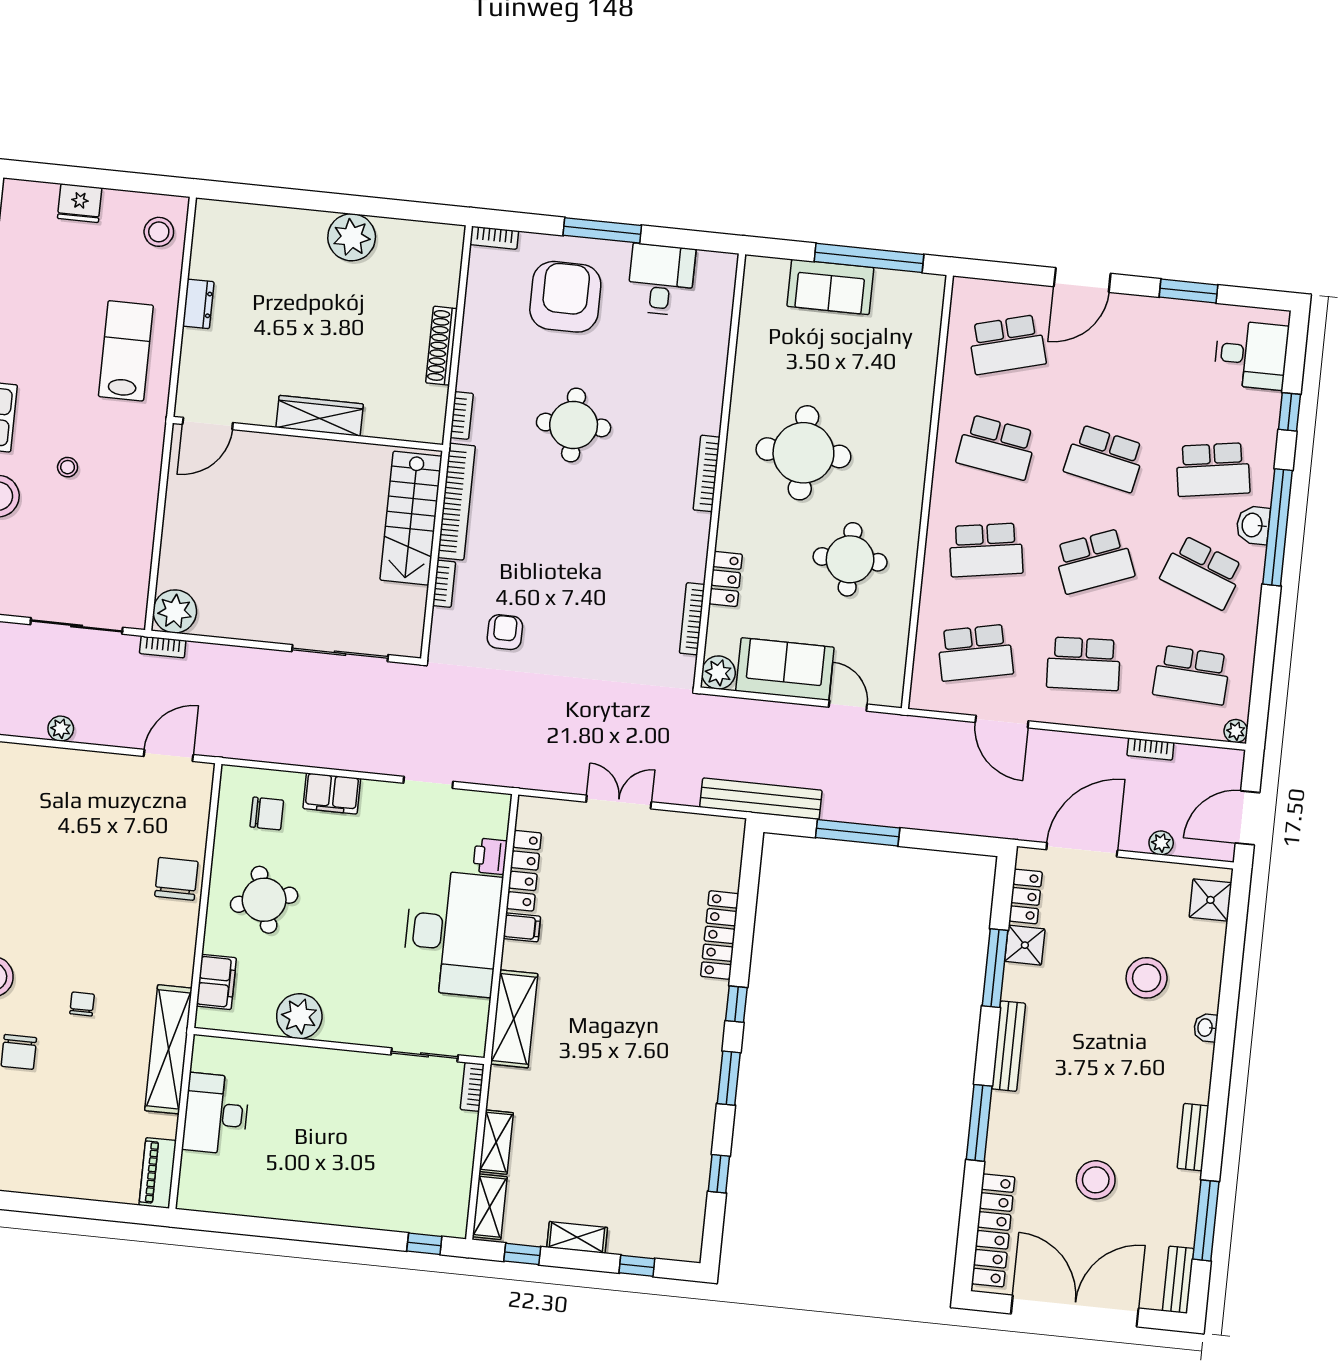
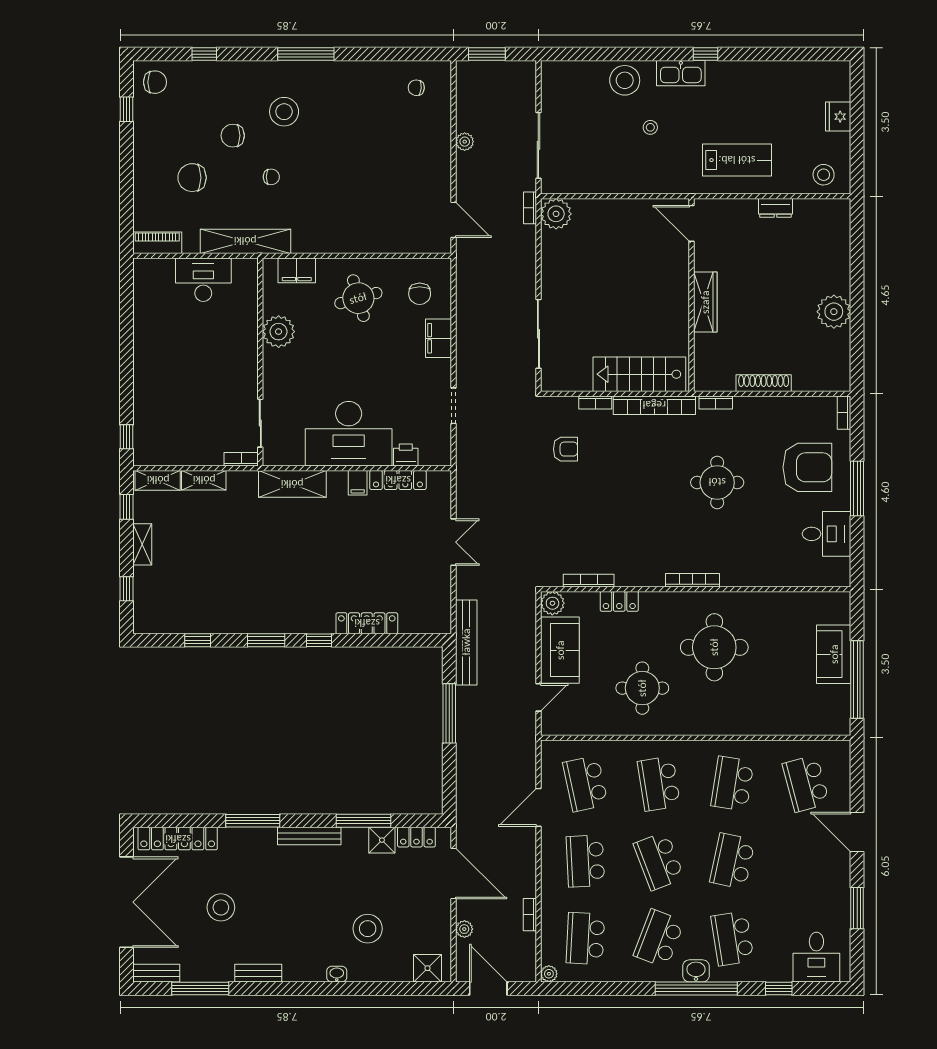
chair: (176, 879) -> (192, 178), moved, turned 180

